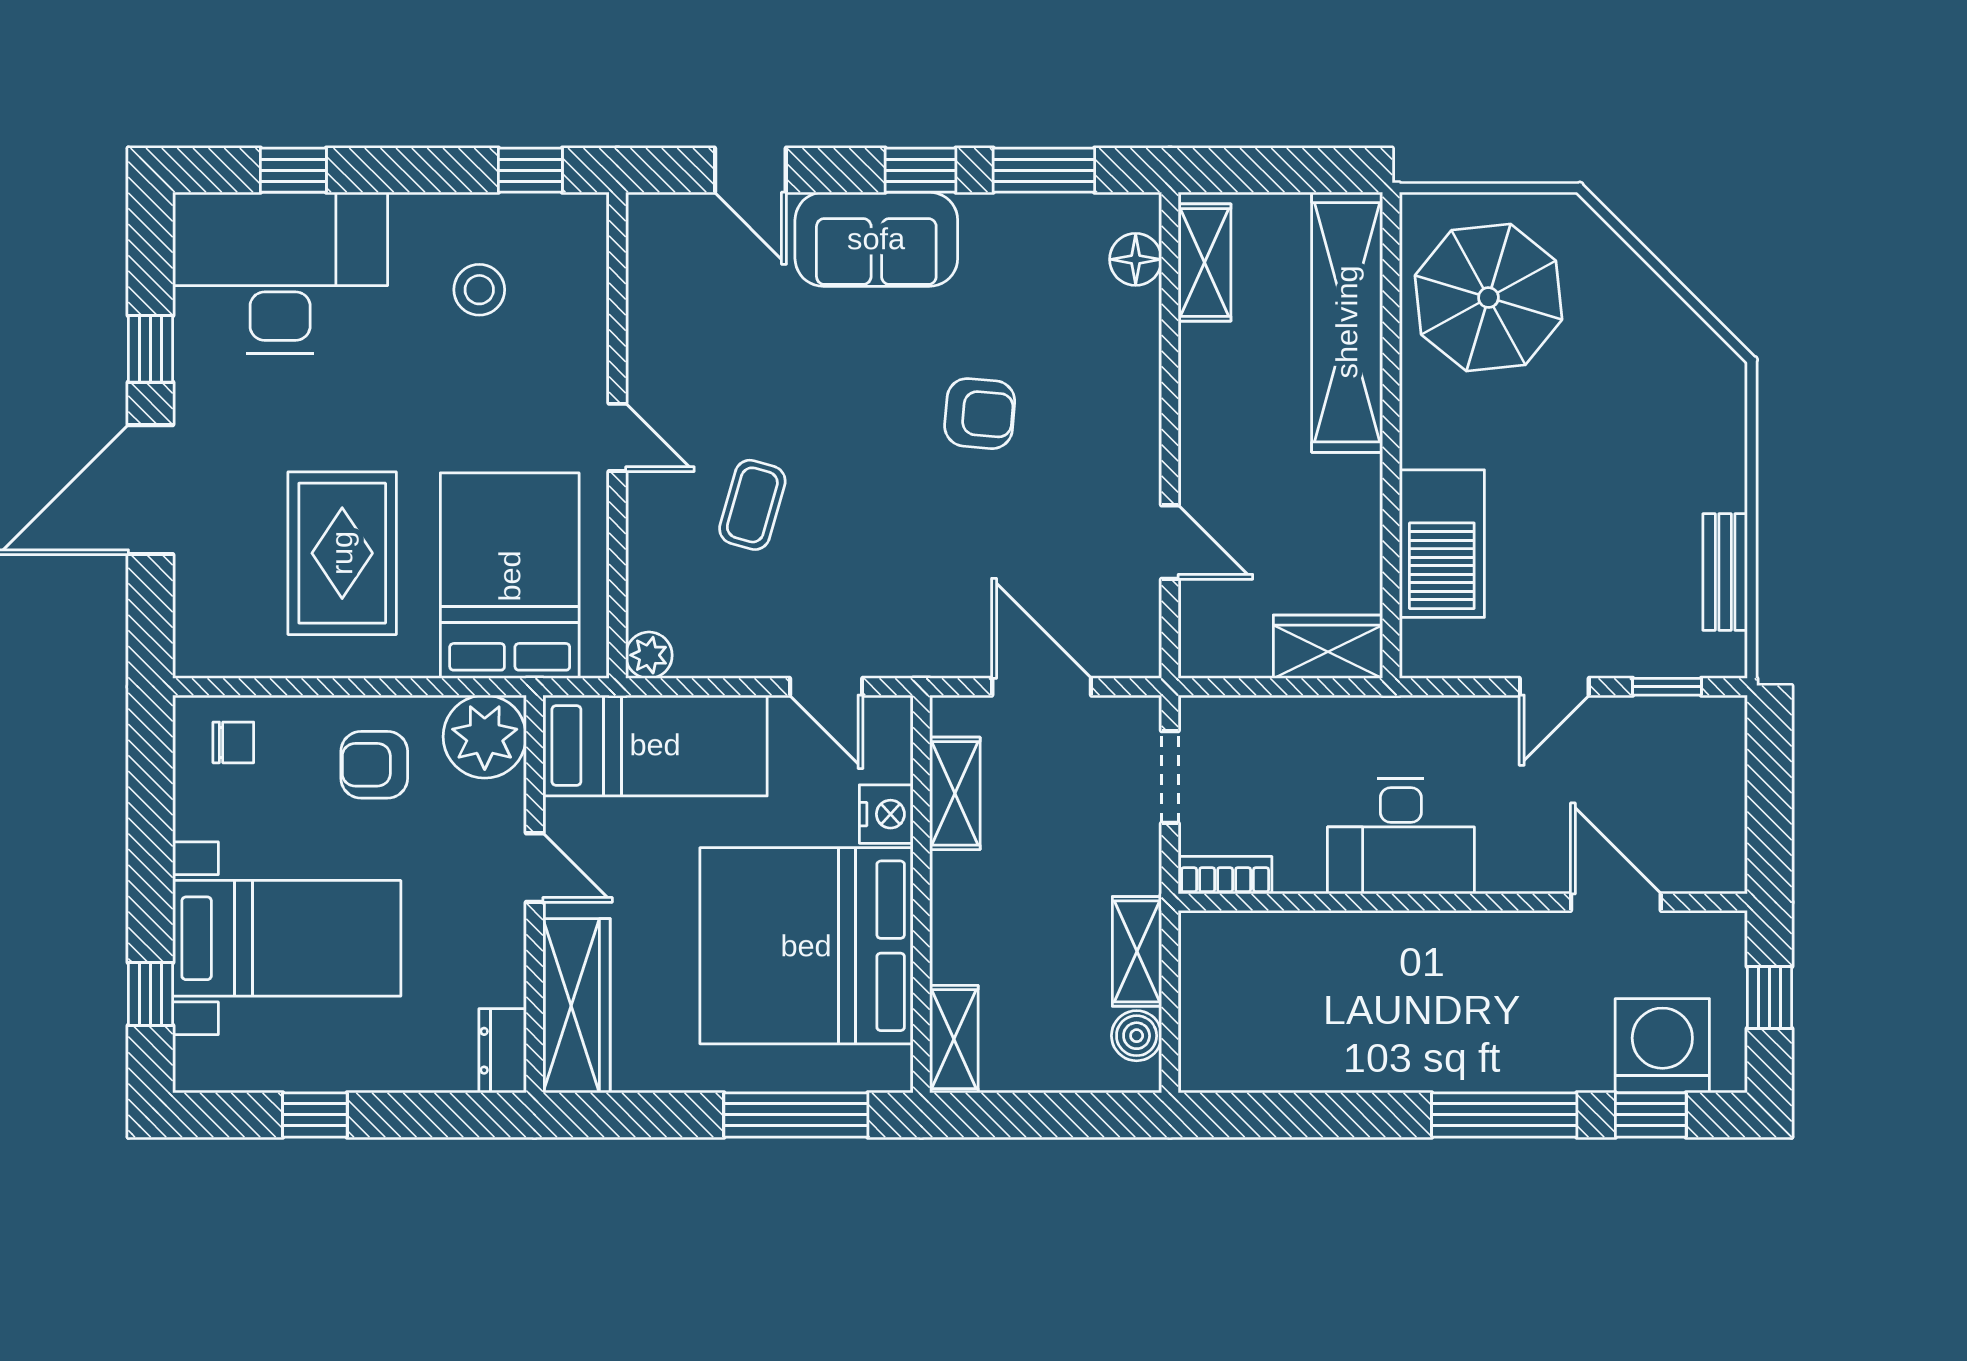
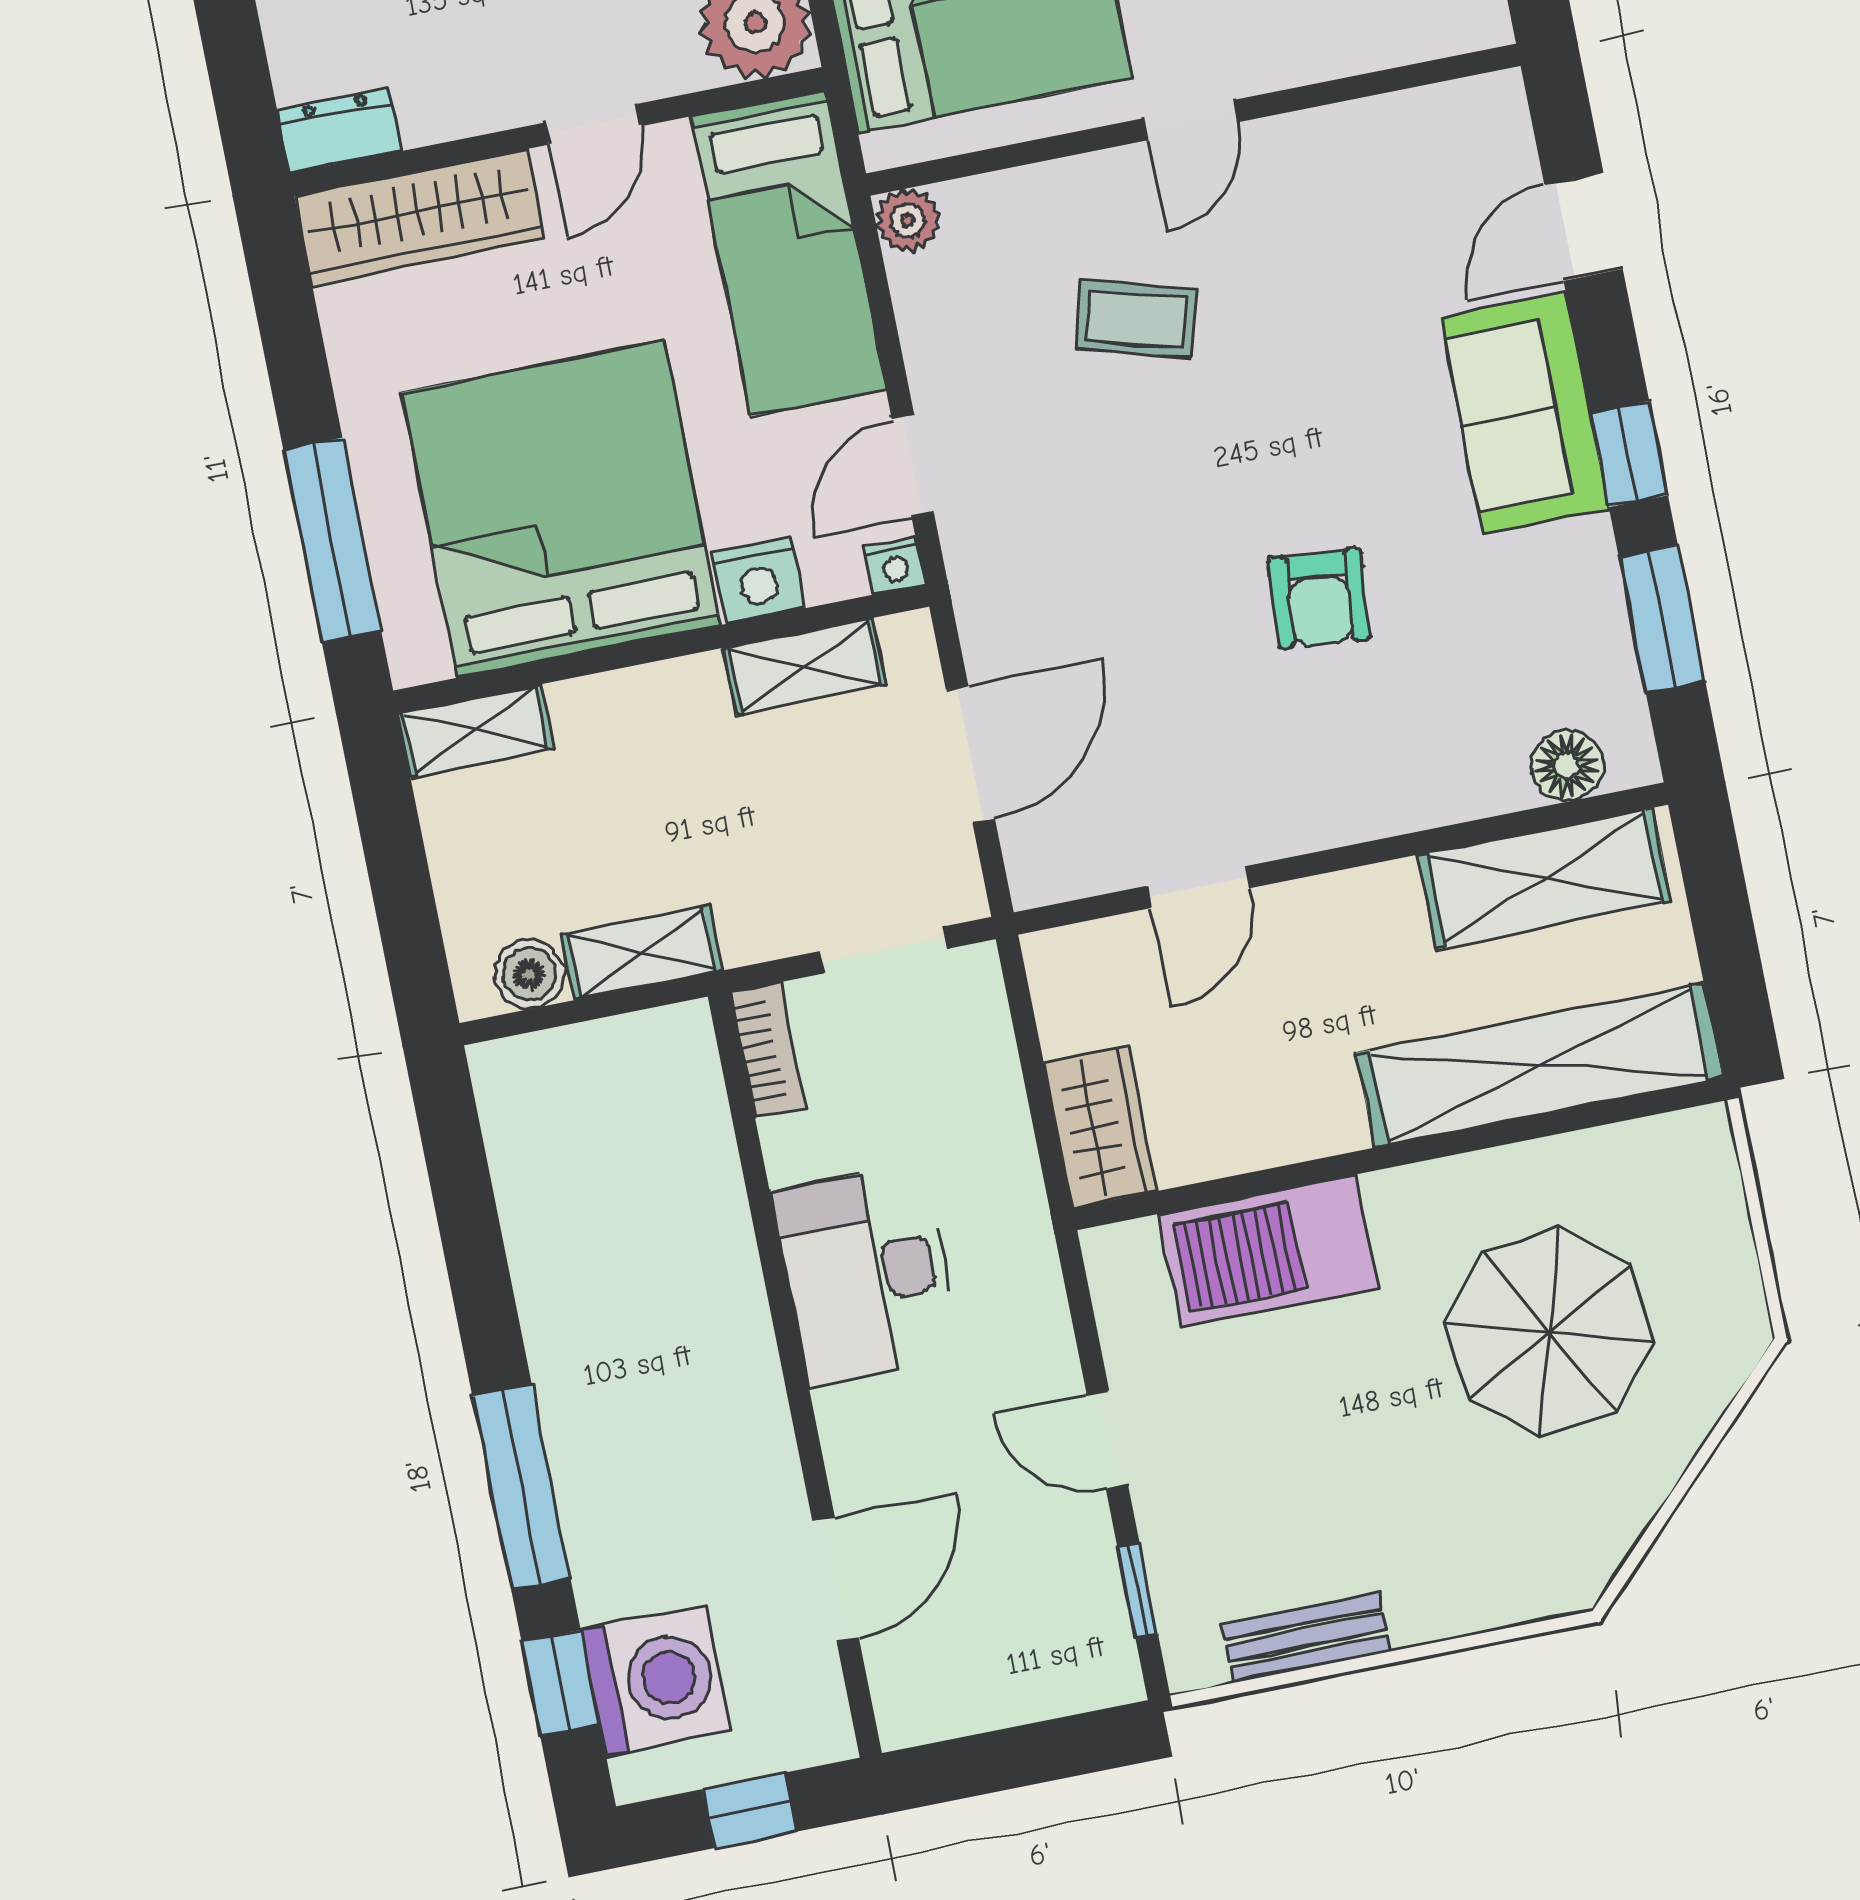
shelving: (1205, 263) -> (1544, 878), width x1.50, depth x1.33
parasol: (1488, 298) -> (1549, 1332), moved
nightstand: (895, 714) -> (895, 565), added

